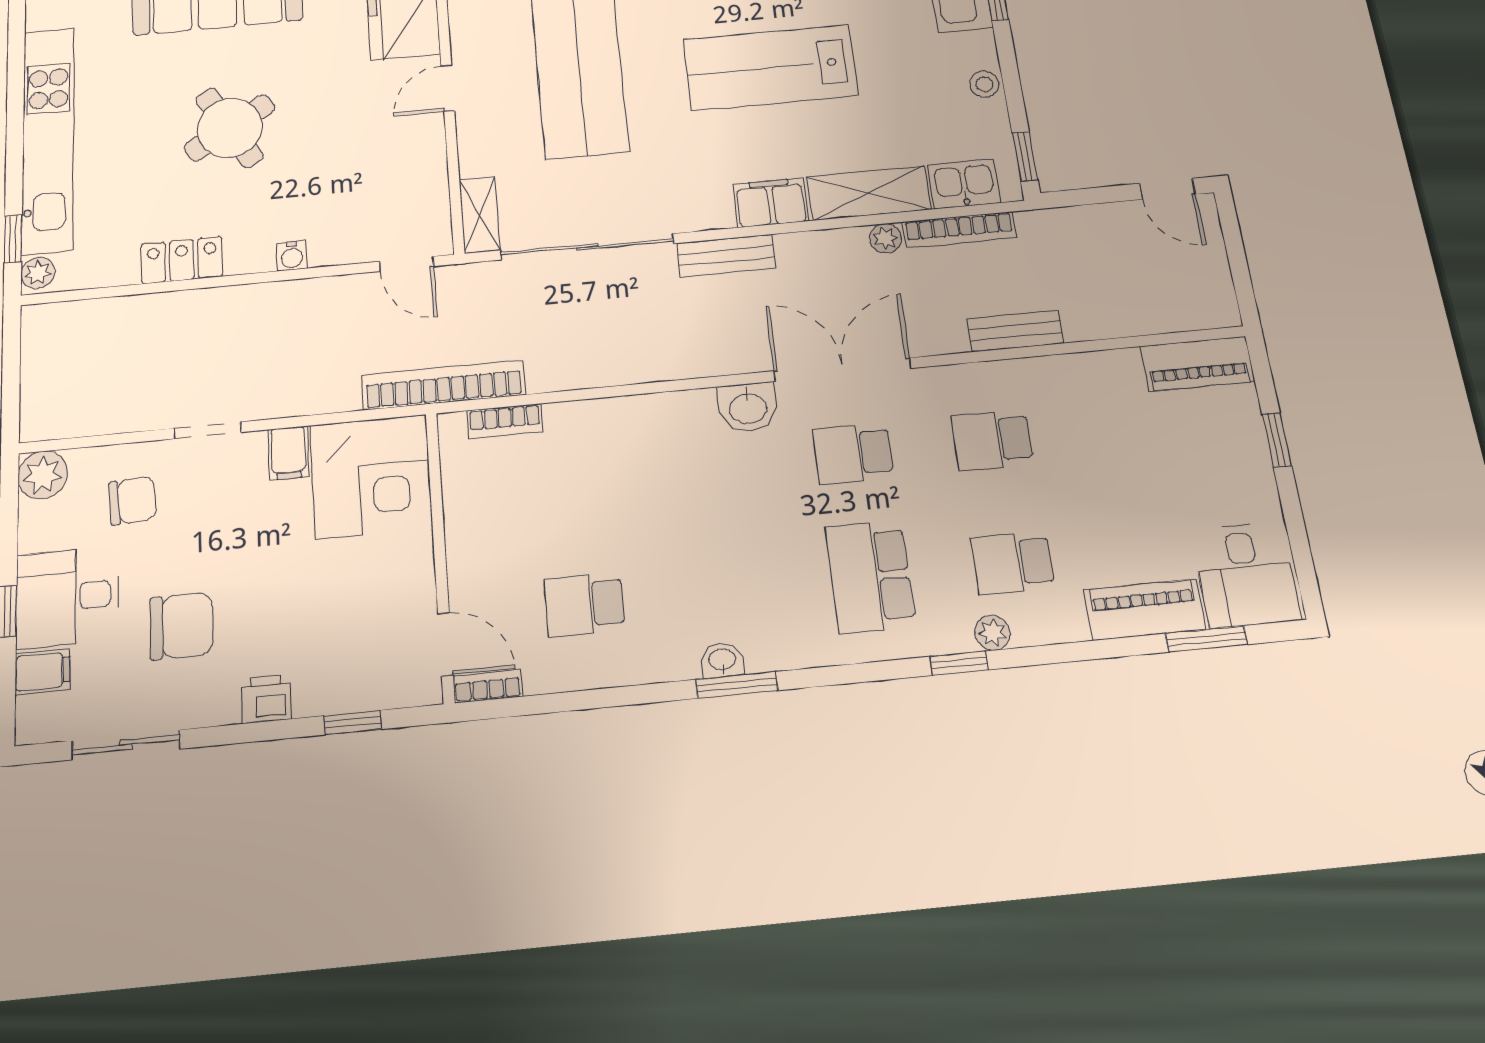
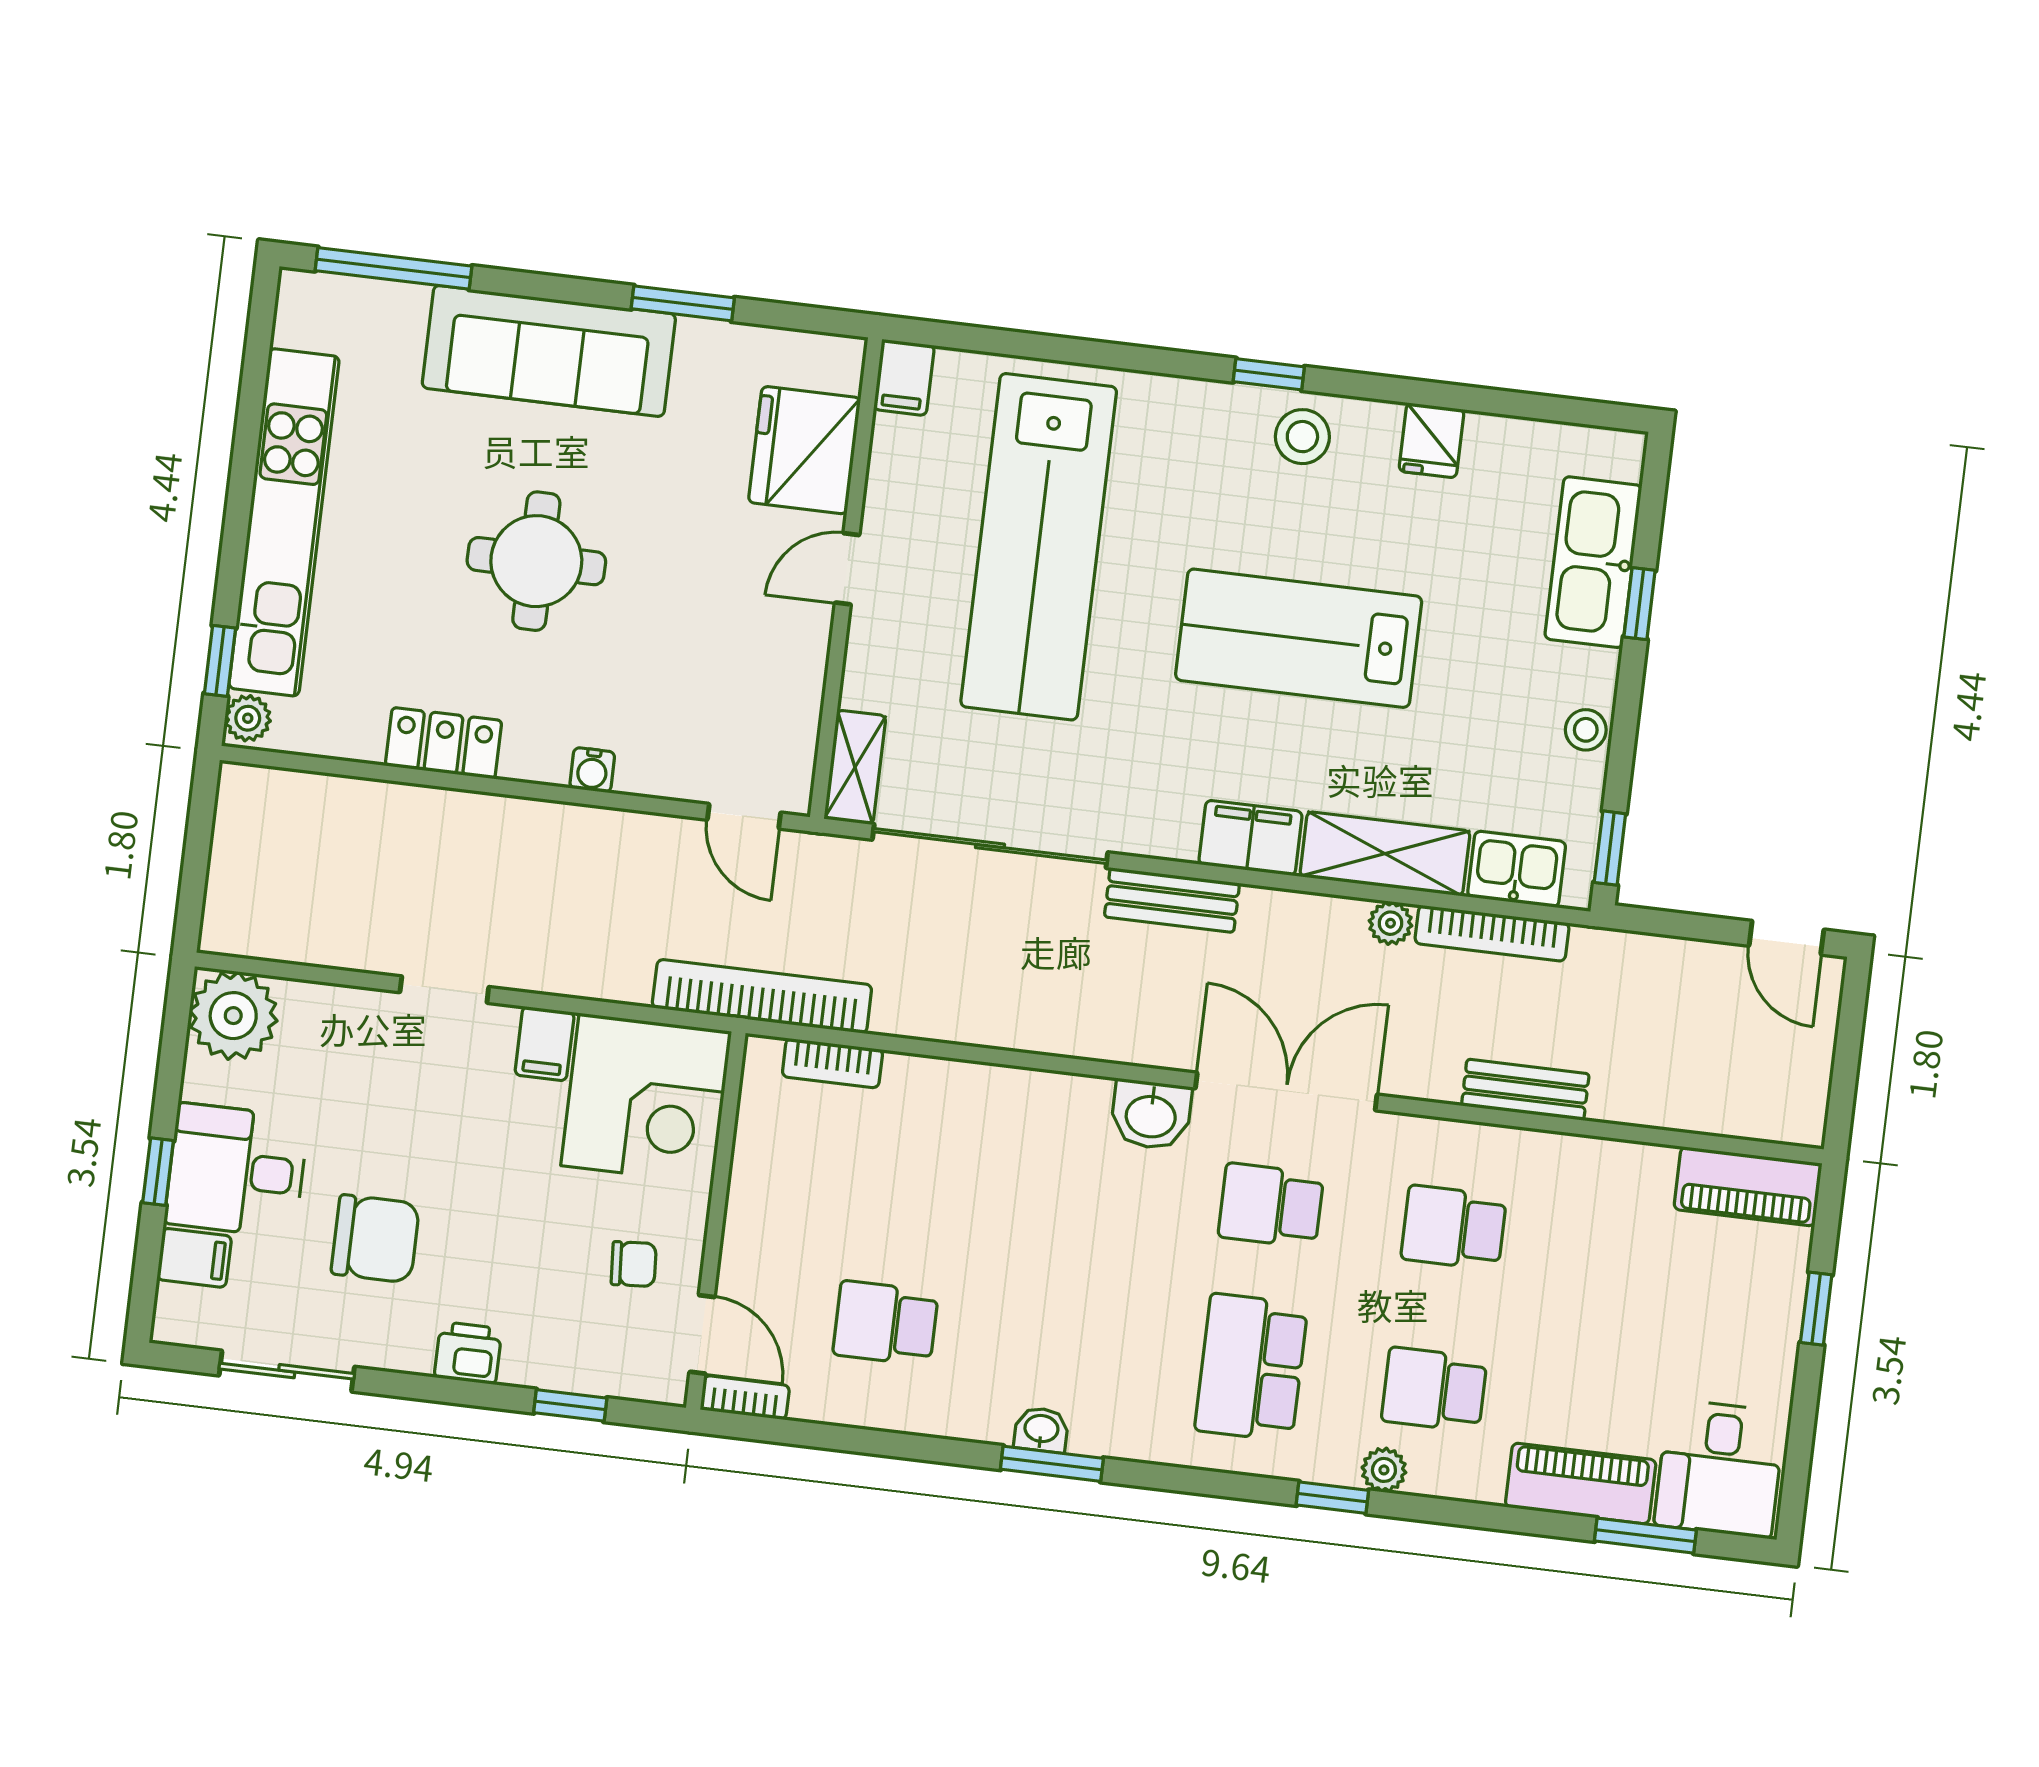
round table: (230, 128) -> (536, 561), turned 31
plant: (43, 475) -> (233, 1016), width x1.36, depth x1.36
chair: (132, 500) -> (634, 1264), moved, width x0.73, depth x0.73

